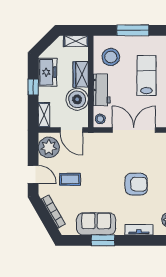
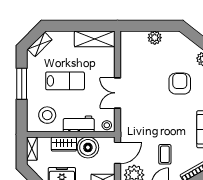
window: (133, 30) -> (22, 84), moved
lab bench: (146, 76) -> (65, 81), turned 180
double door: (134, 130) -> (117, 93), width x0.73
armchair: (136, 184) -> (180, 84), moved

